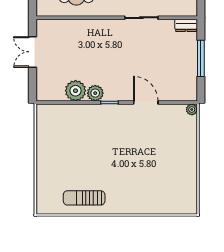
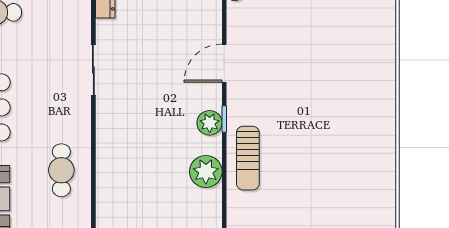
plant: (95, 93) -> (210, 123), moved
sun lounger: (84, 198) -> (248, 158), moved

